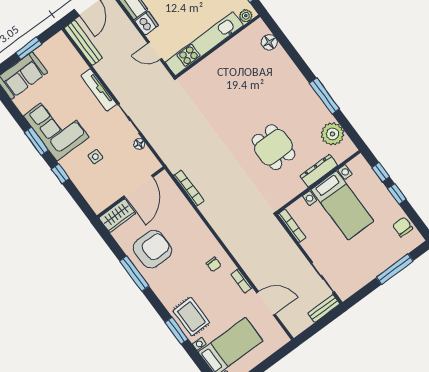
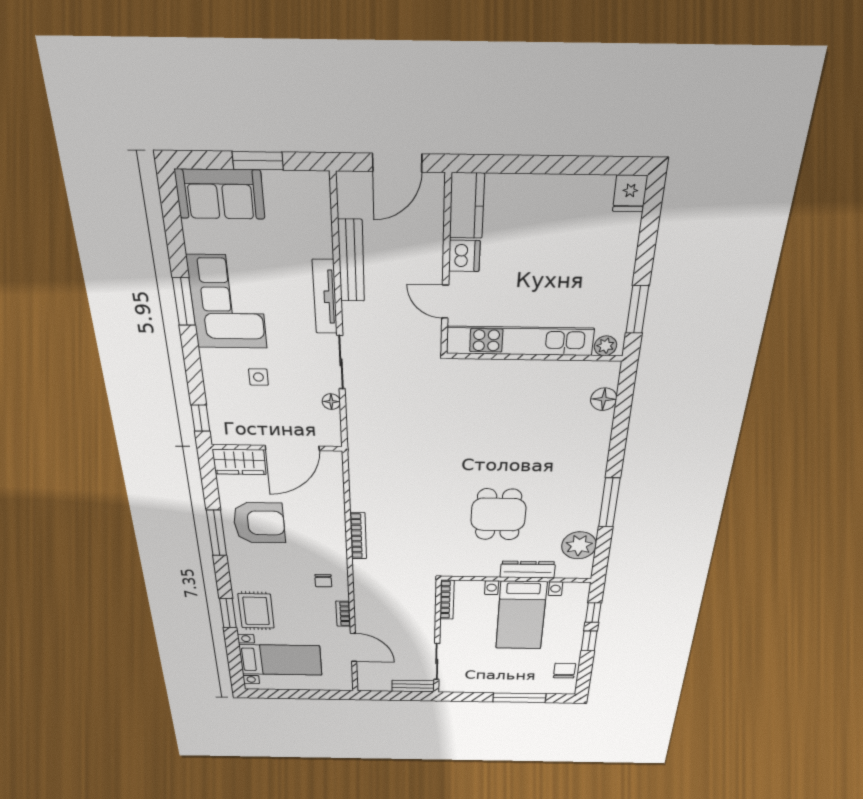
bench: (83, 43) -> (351, 261), moved
window: (60, 174) -> (200, 418), moved
bookcase: (189, 188) -> (358, 536), moved

